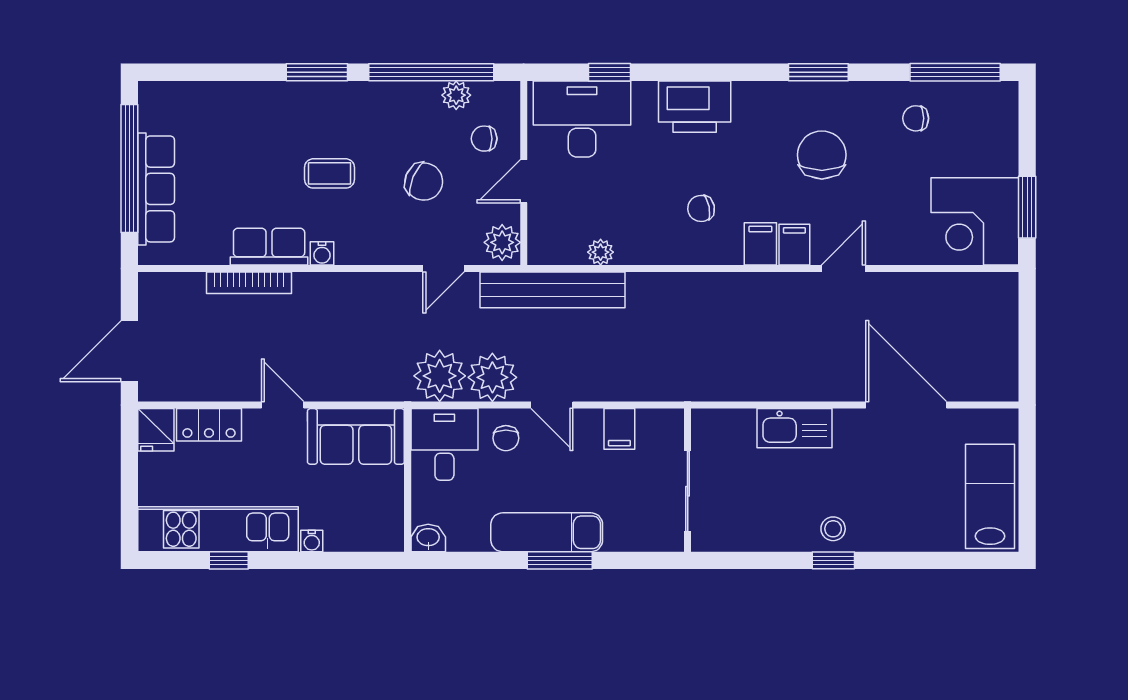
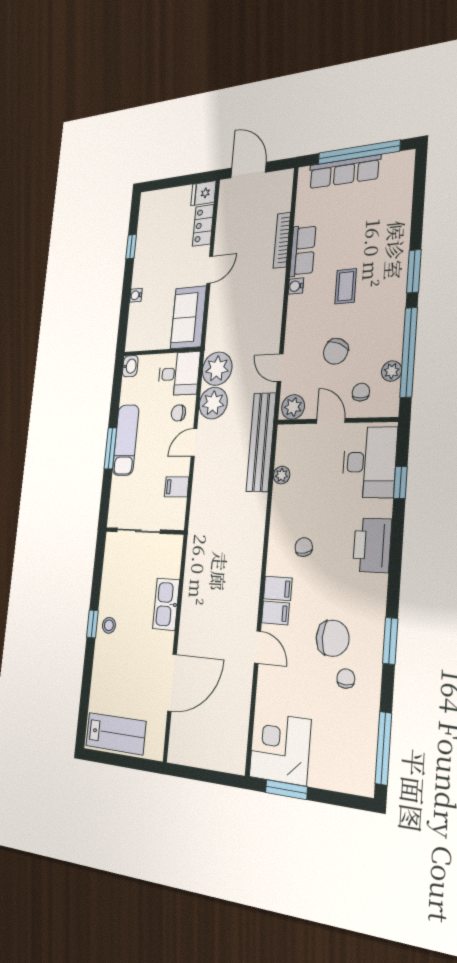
chair: (916, 118) -> (346, 679), moved
kitchen unit: (218, 529) -> (148, 238), removed

